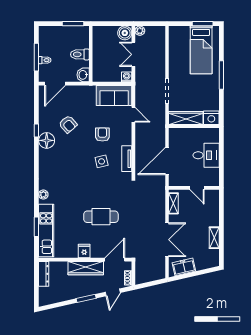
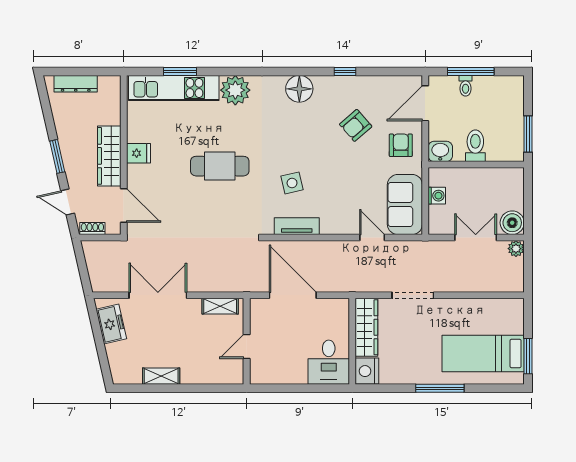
washing machine: (127, 77) -> (437, 196), moved
door: (55, 84) -> (425, 103), hinge flipped
door: (133, 115) -> (372, 238), swing flipped
armchair: (102, 134) -> (401, 145), moved, turned -90
floor lamp: (47, 140) -> (299, 89), moved
desk: (206, 155) -> (329, 362), moved
plant: (43, 195) -> (235, 90), width x1.88, depth x1.88
cafe table: (101, 217) -> (220, 166), moved, turned 90
double door: (167, 240) -> (158, 295), swing flipped
dresser: (44, 274) -> (76, 84), moved

